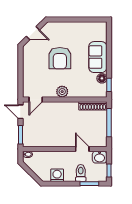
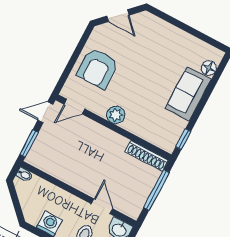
armchair: (60, 58) -> (98, 68), moved
floor lamp: (102, 78) -> (209, 68), moved
door: (20, 112) -> (45, 112), hinge flipped

